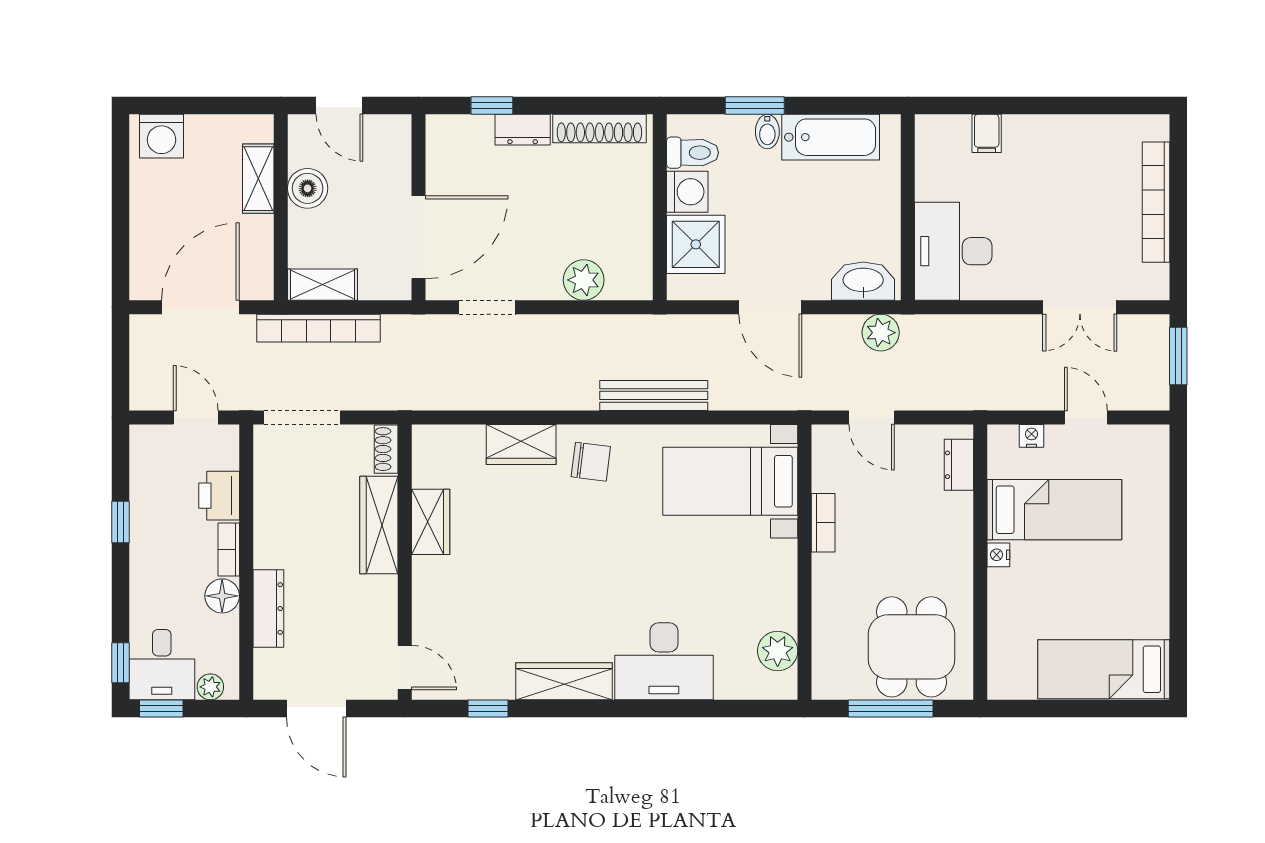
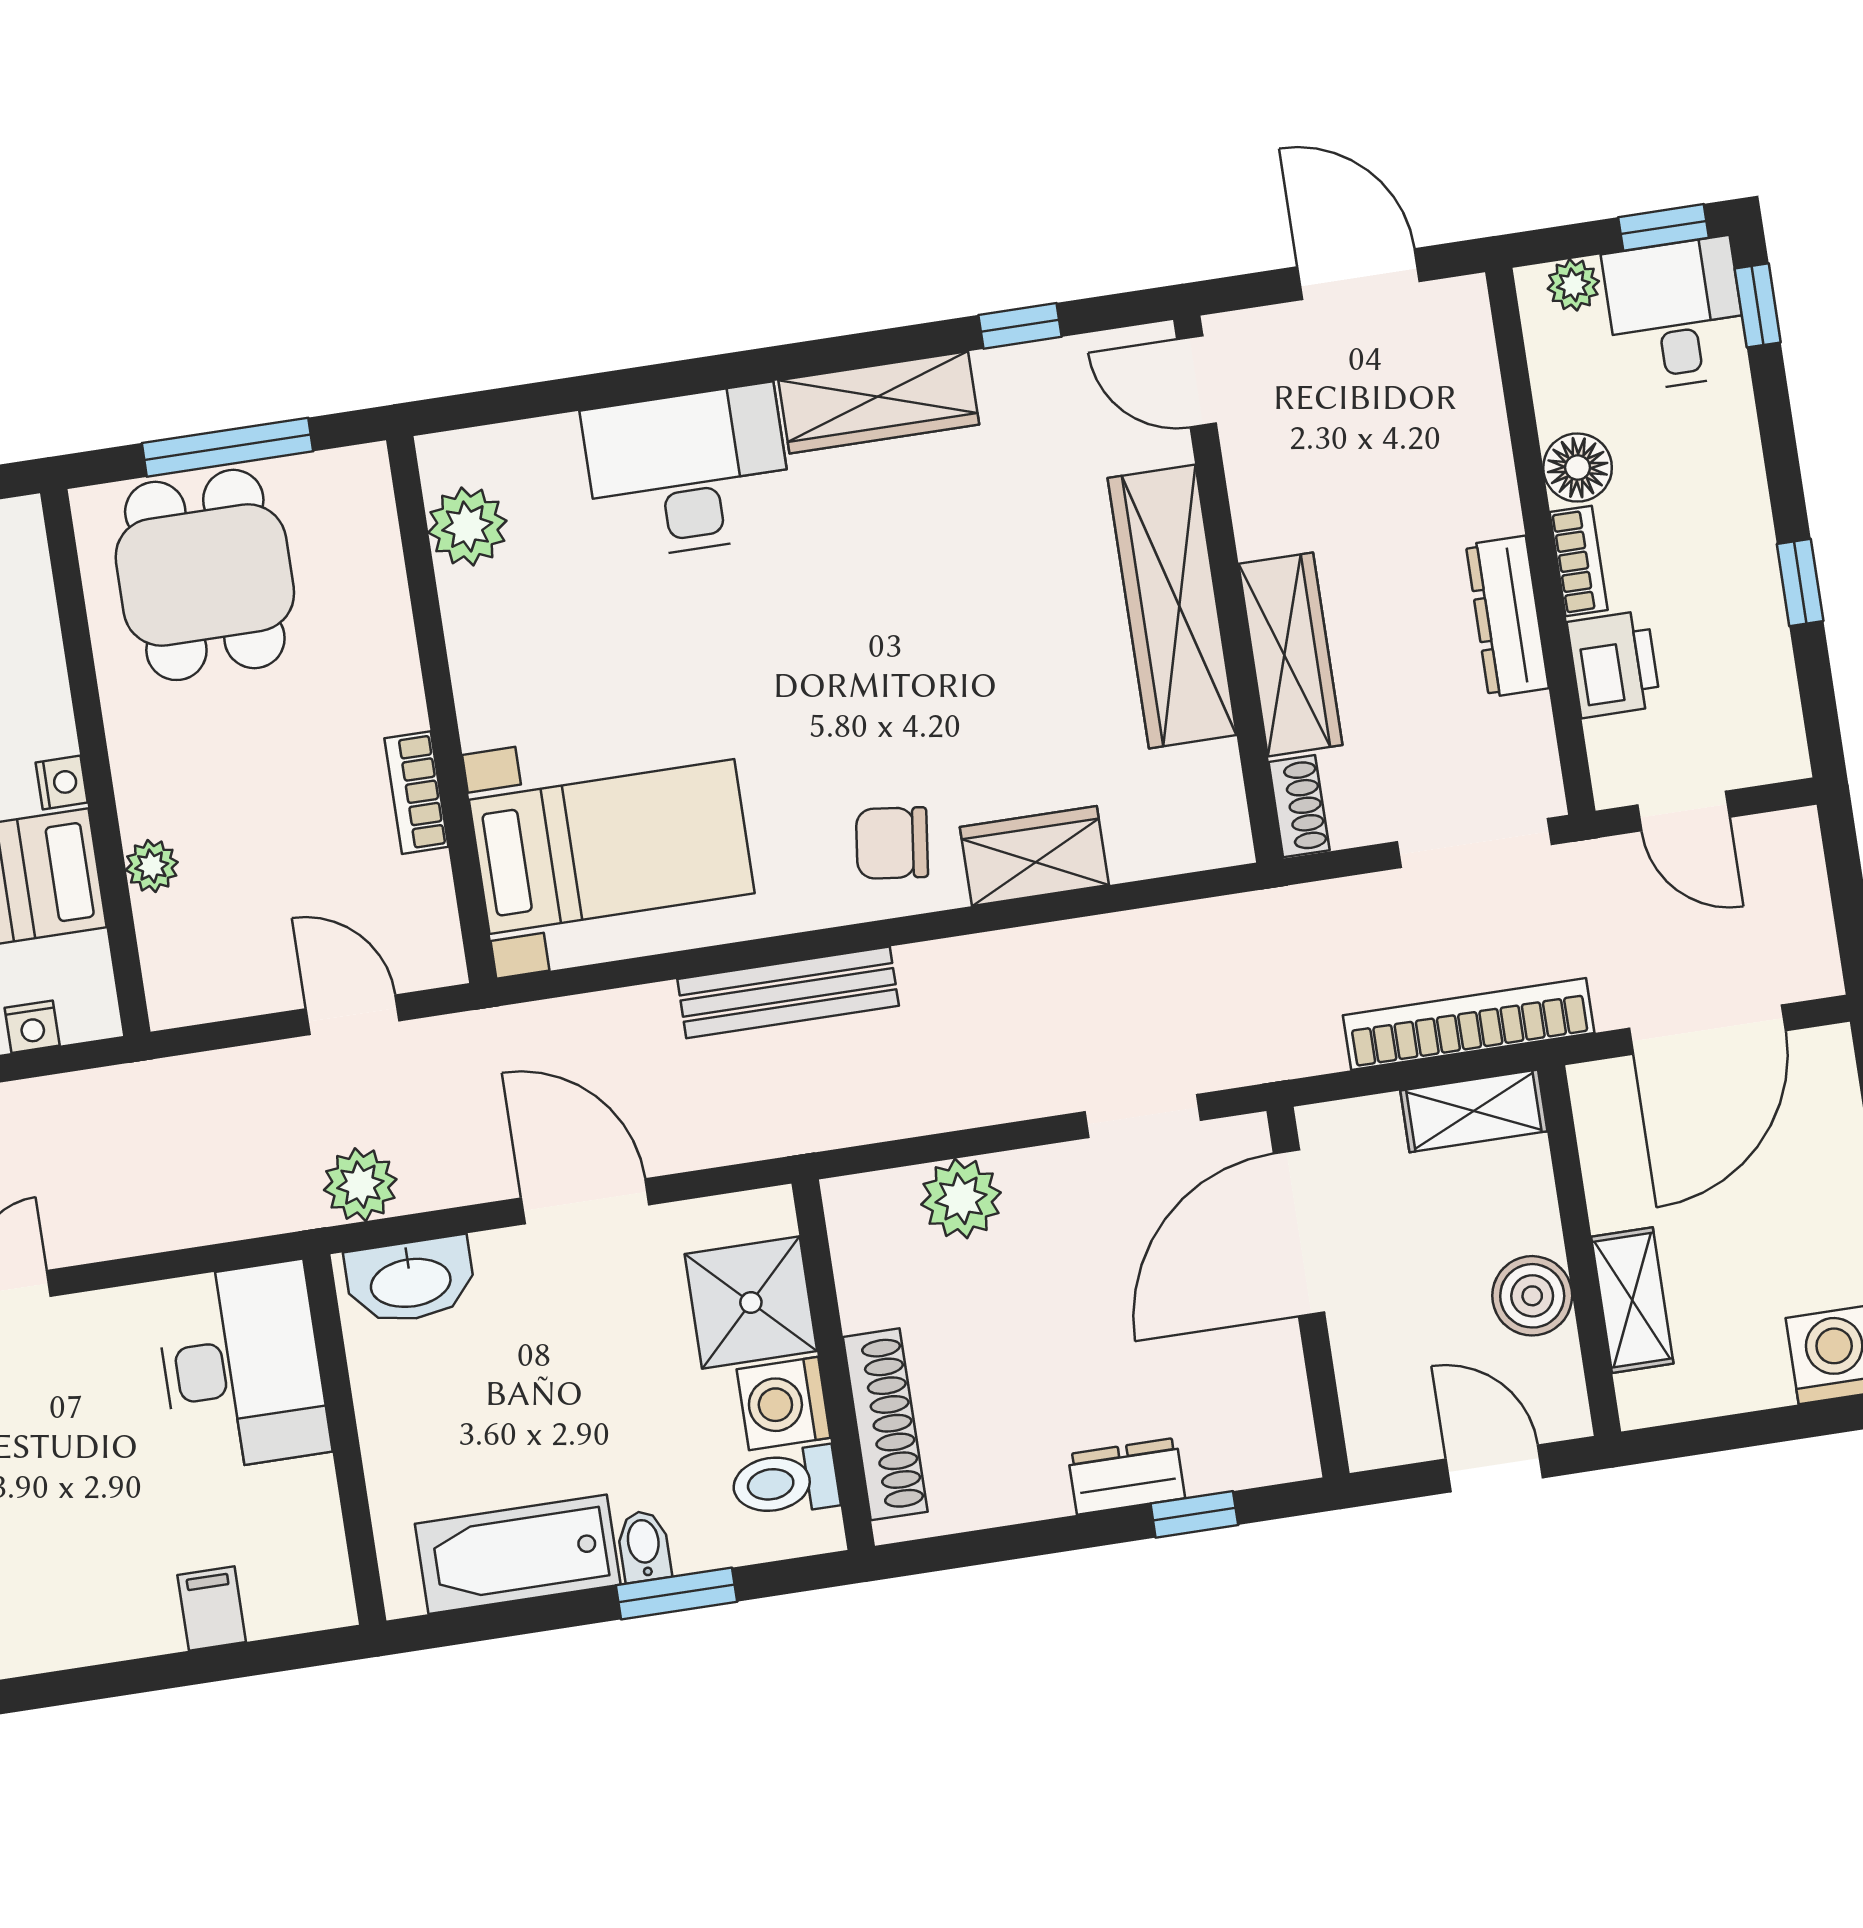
shoe rack: (599, 129) -> (885, 1424), moved, turned 90
dresser: (959, 465) -> (167, 948), removed
plant: (960, 506) -> (152, 866), added
wardrobe: (431, 522) -> (1172, 606), width x2.10, depth x1.17
dresser: (268, 609) -> (1507, 616), moved

